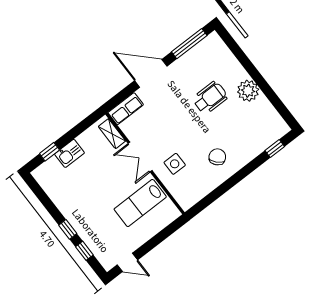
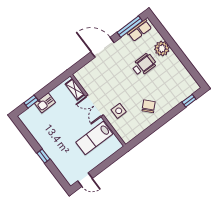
plant: (248, 91) -> (162, 48), moved
row of seats: (126, 109) -> (139, 30), moved
window: (84, 251) -> (55, 171), removed

